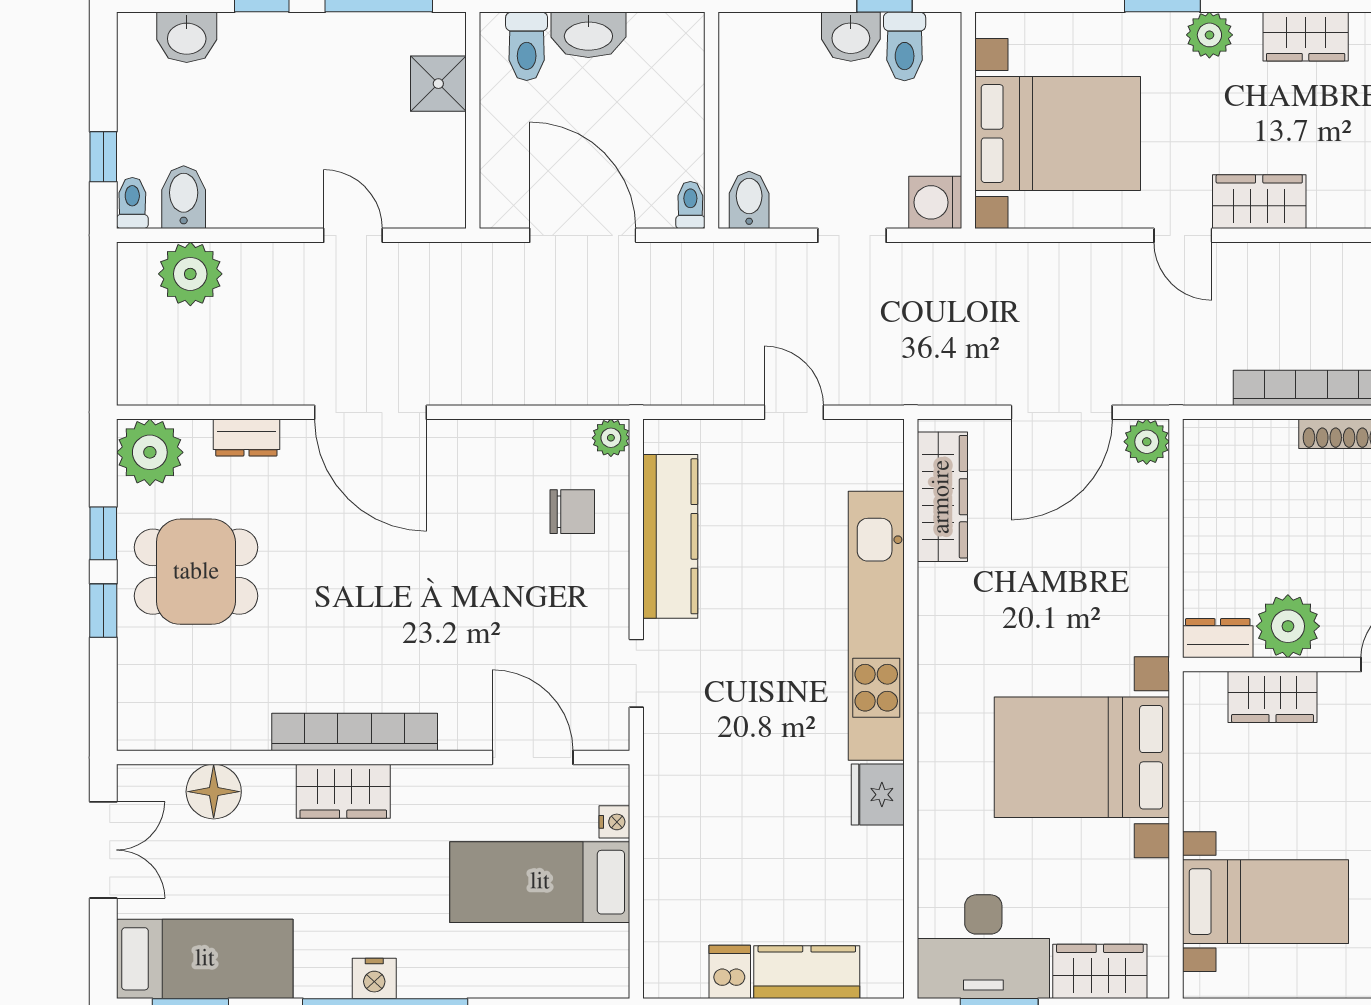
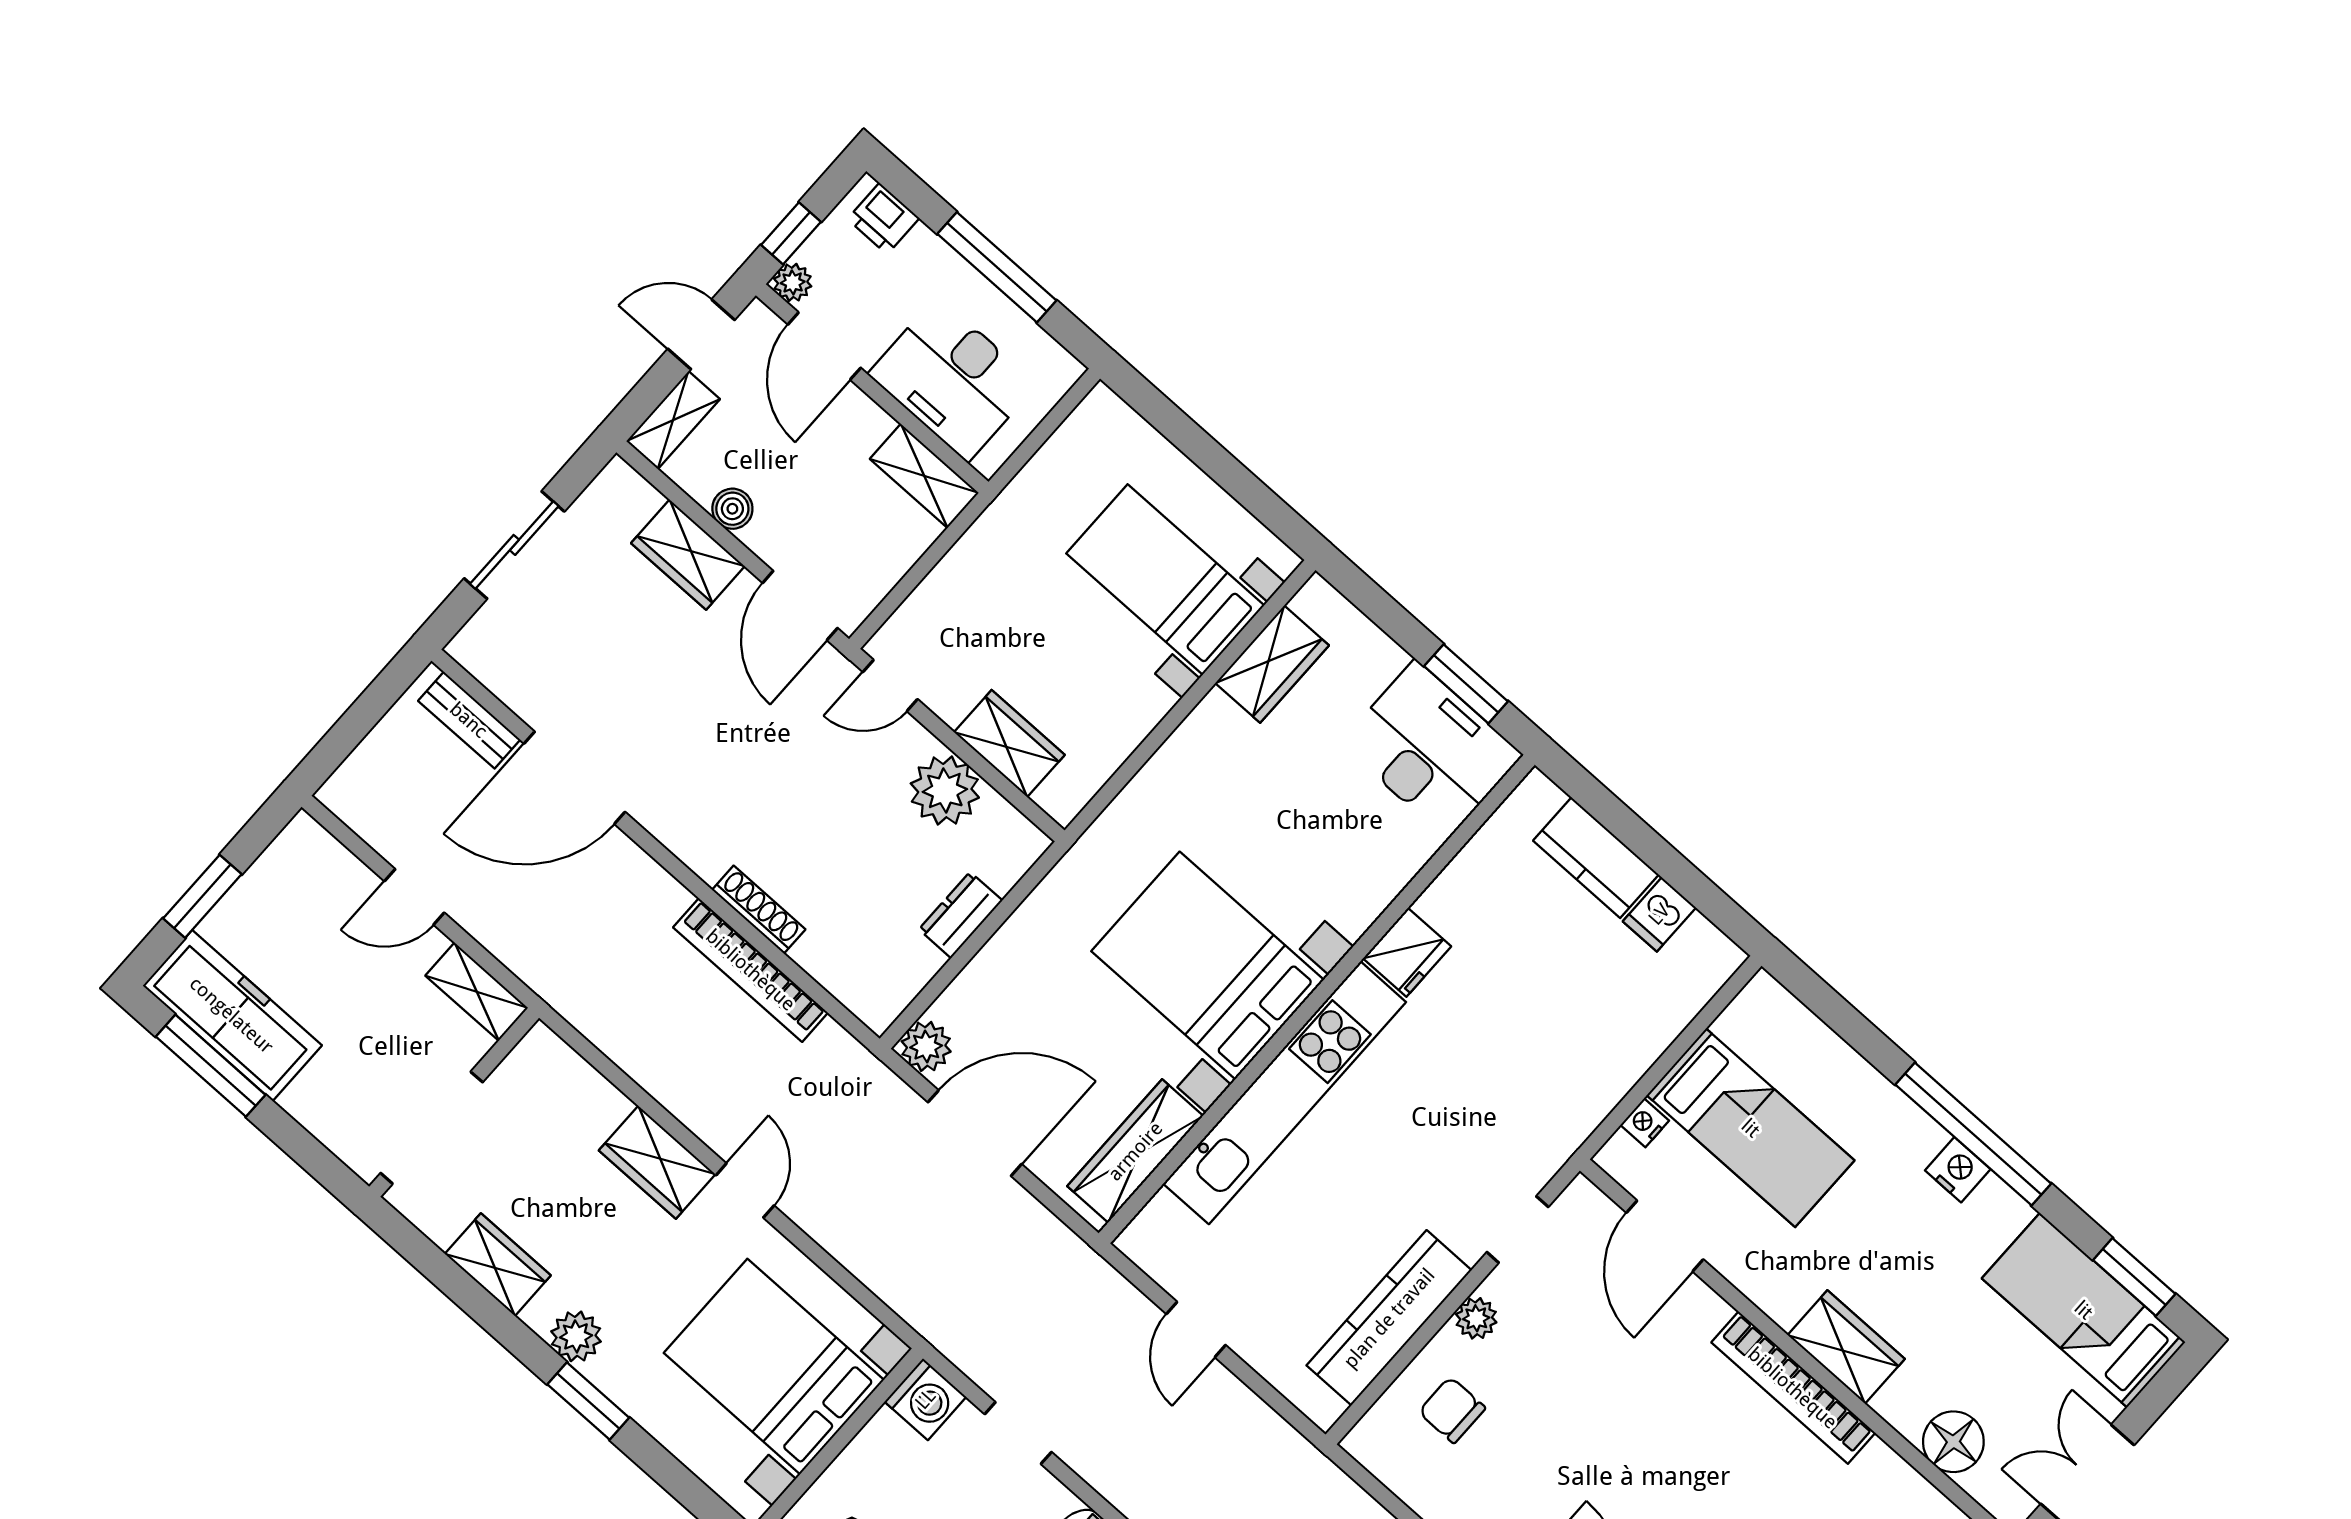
plant: (611, 438) -> (1476, 1318), moved
dresser: (1218, 638) -> (961, 915), moved, turned 90
bed with nightstands: (1082, 757) -> (1208, 965), moved, turned 180
wardrobe: (1100, 971) -> (1272, 664), moved, turned -90

